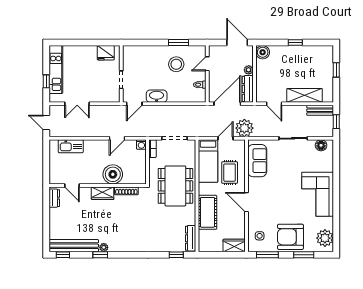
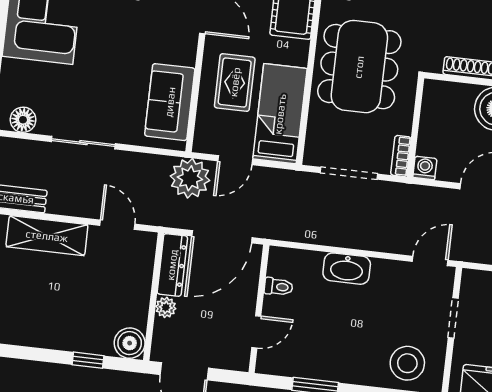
window: (295, 43) -> (88, 360), moved
stool: (176, 64) -> (407, 363), moved
washbasin: (157, 96) -> (347, 269), moved

